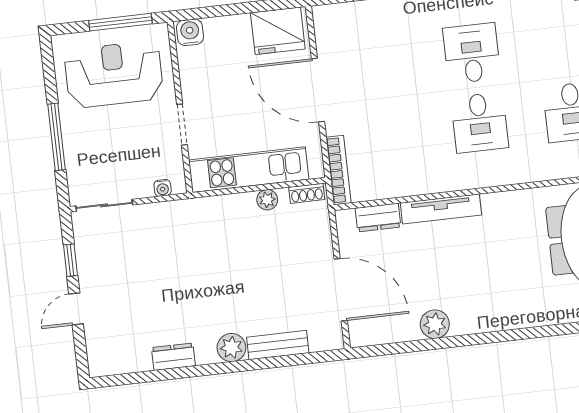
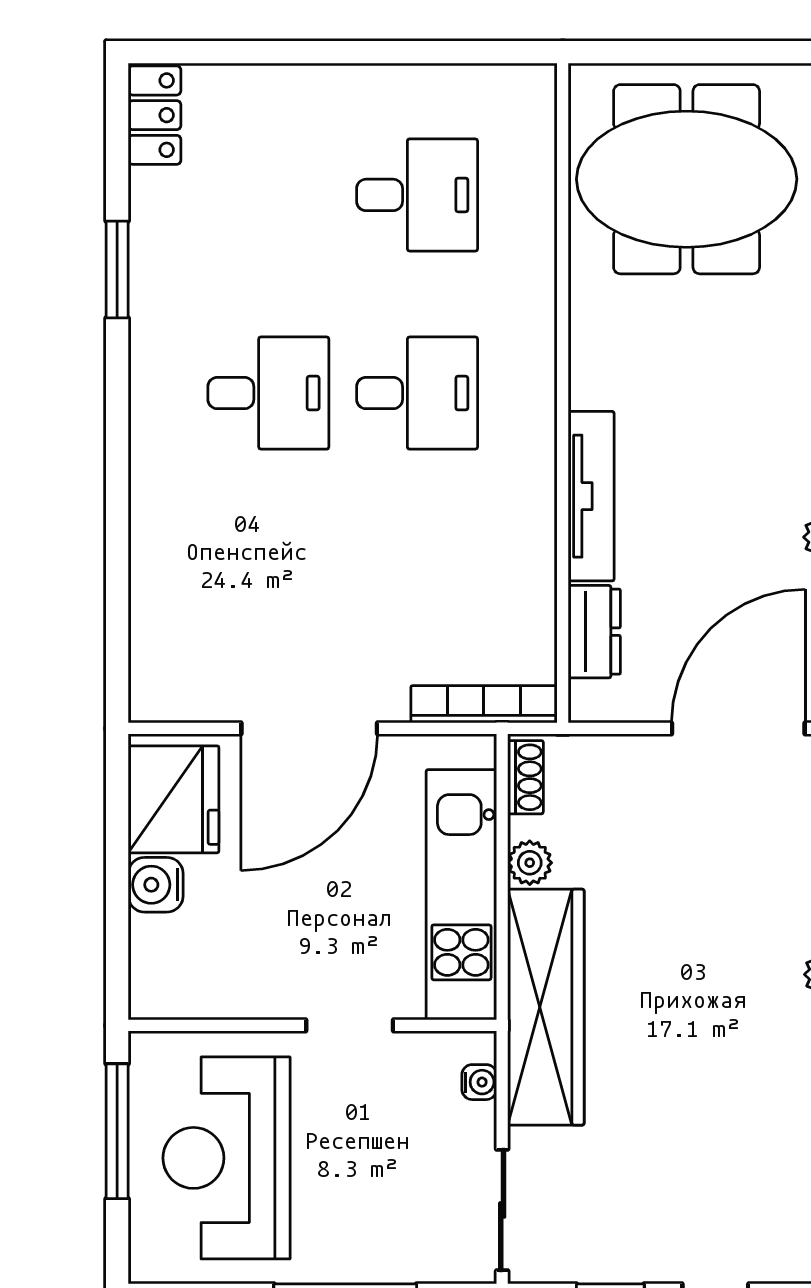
water cooler: (190, 32) -> (156, 885), moved
desk: (472, 53) -> (268, 393), turned 180
wardrobe: (201, 215) -> (546, 1007), added

